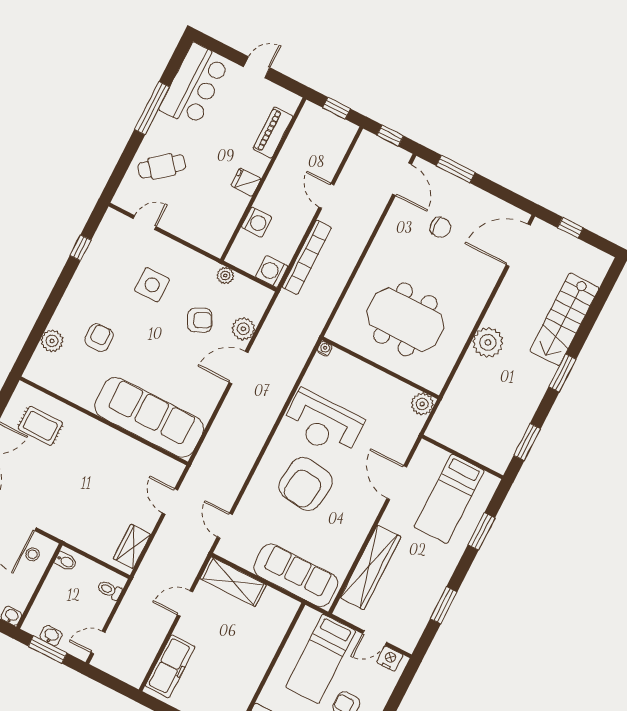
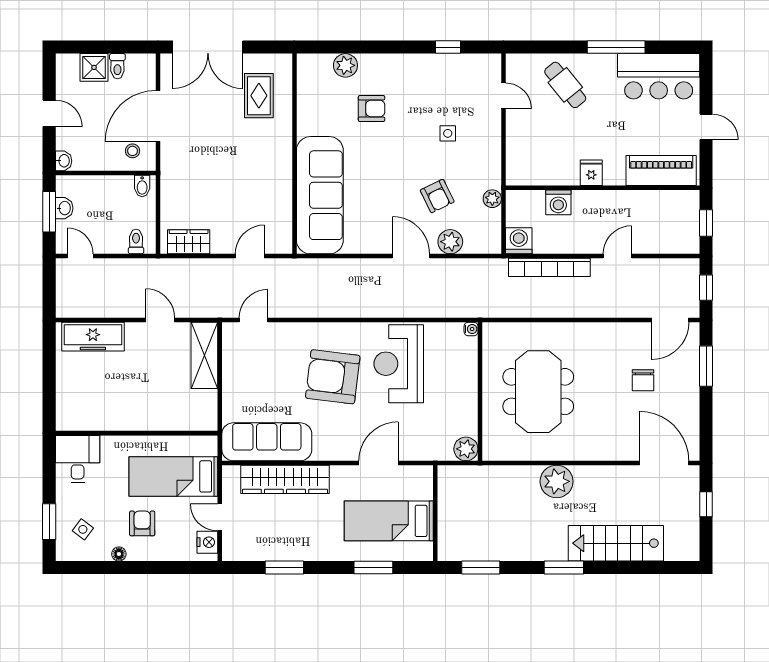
piano: (273, 133) -> (661, 171), width x1.37, depth x1.33
side table: (152, 285) -> (448, 133), width x0.54, depth x0.54
sofa: (296, 575) -> (267, 442), moved, turned -90

